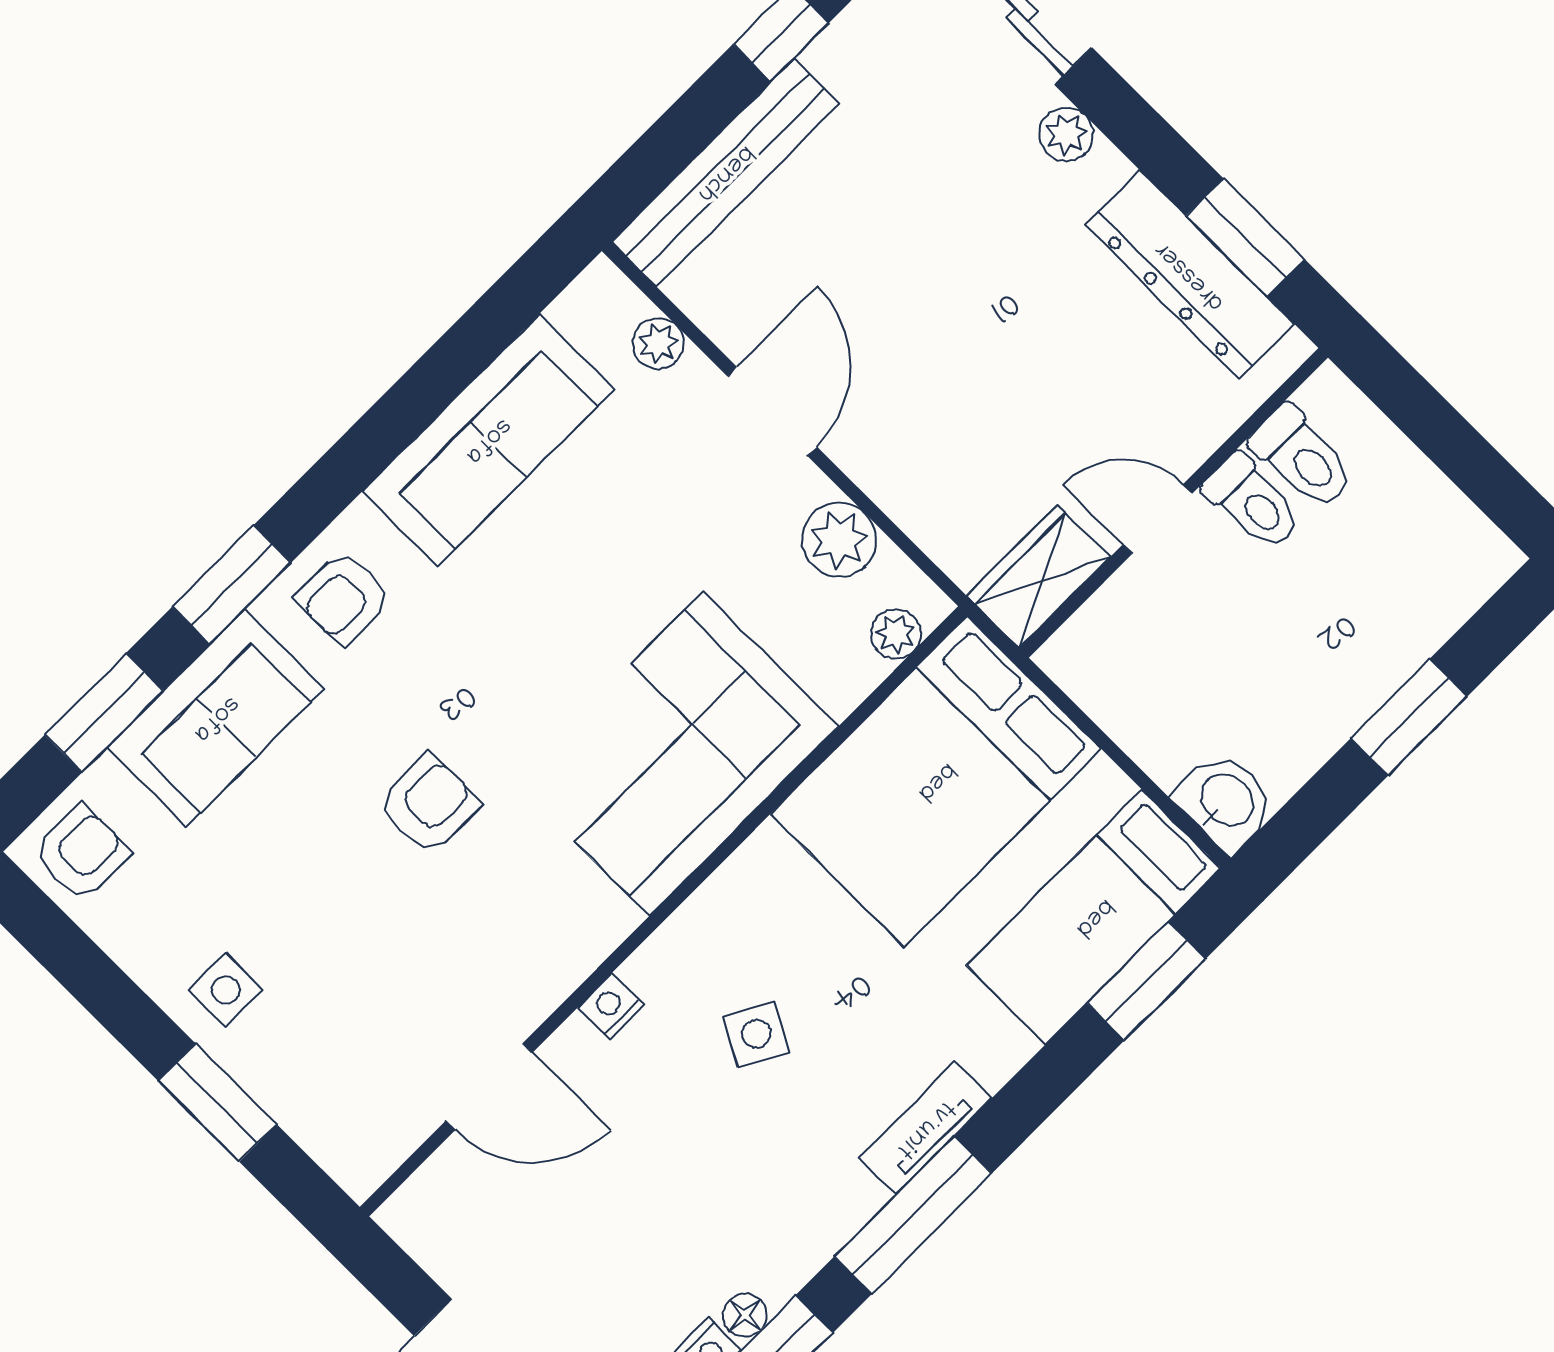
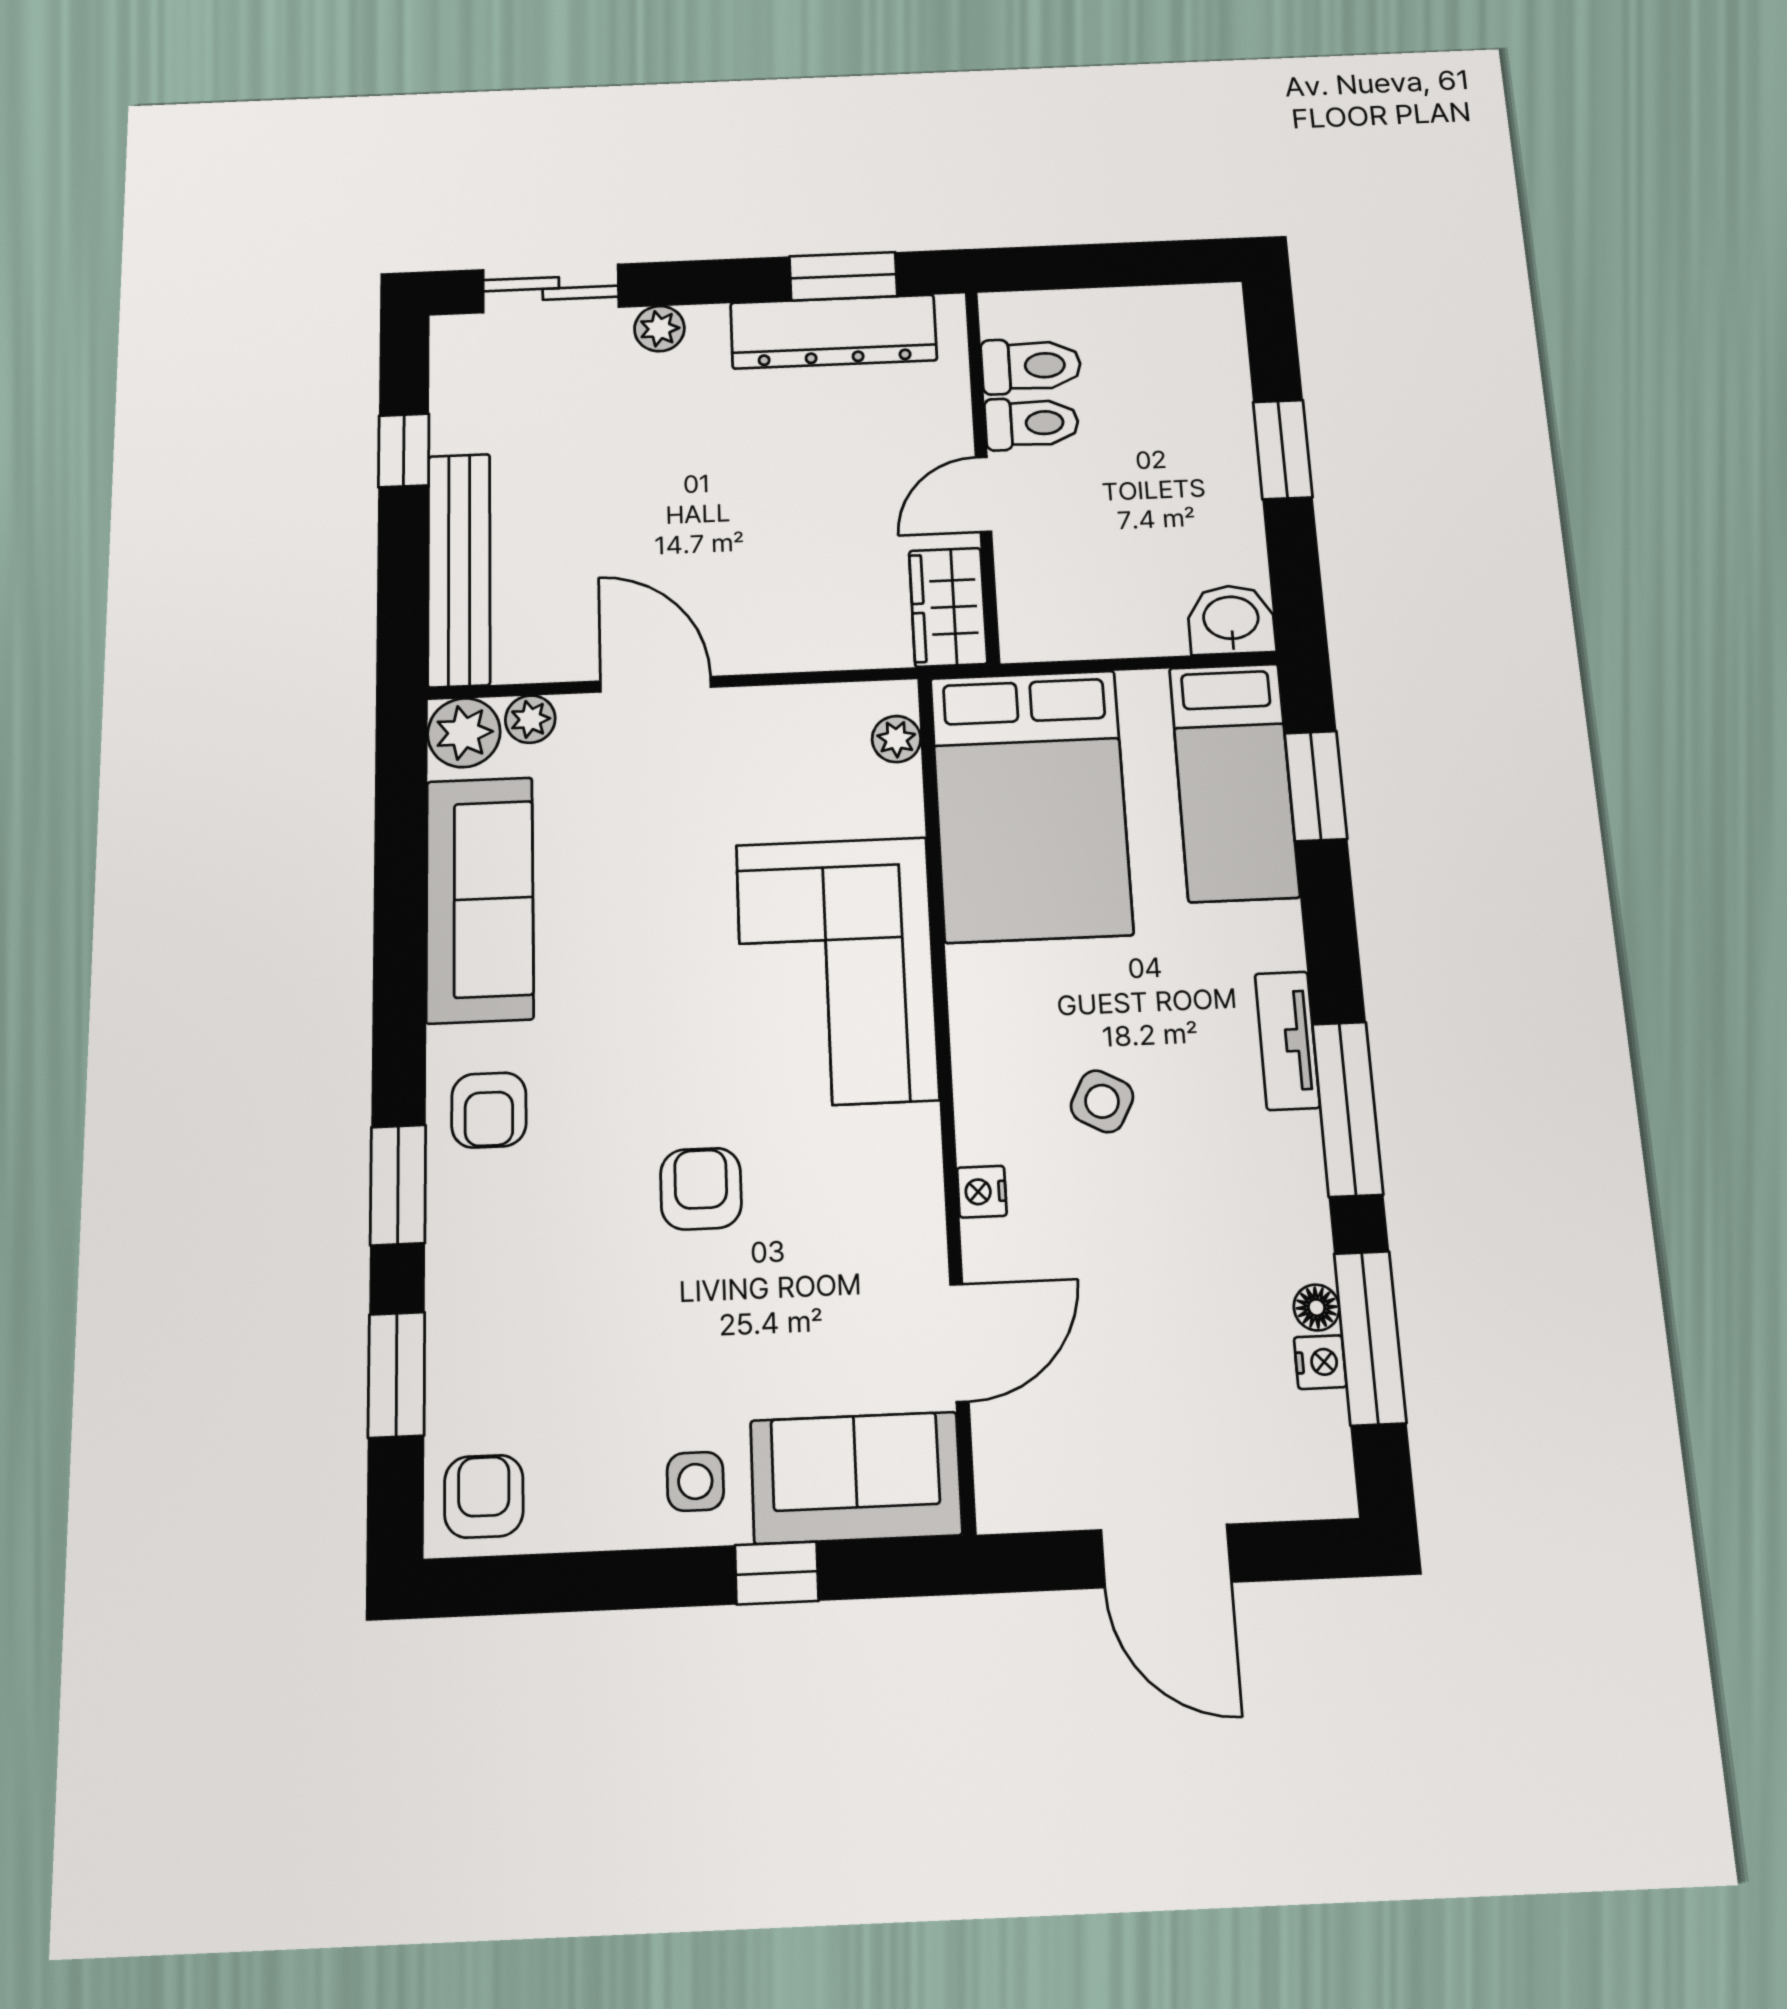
plant: (839, 540) -> (464, 733), moved
sofa: (216, 718) -> (856, 1478), moved, turned -90
window: (217, 1102) -> (777, 1573), width x0.67

